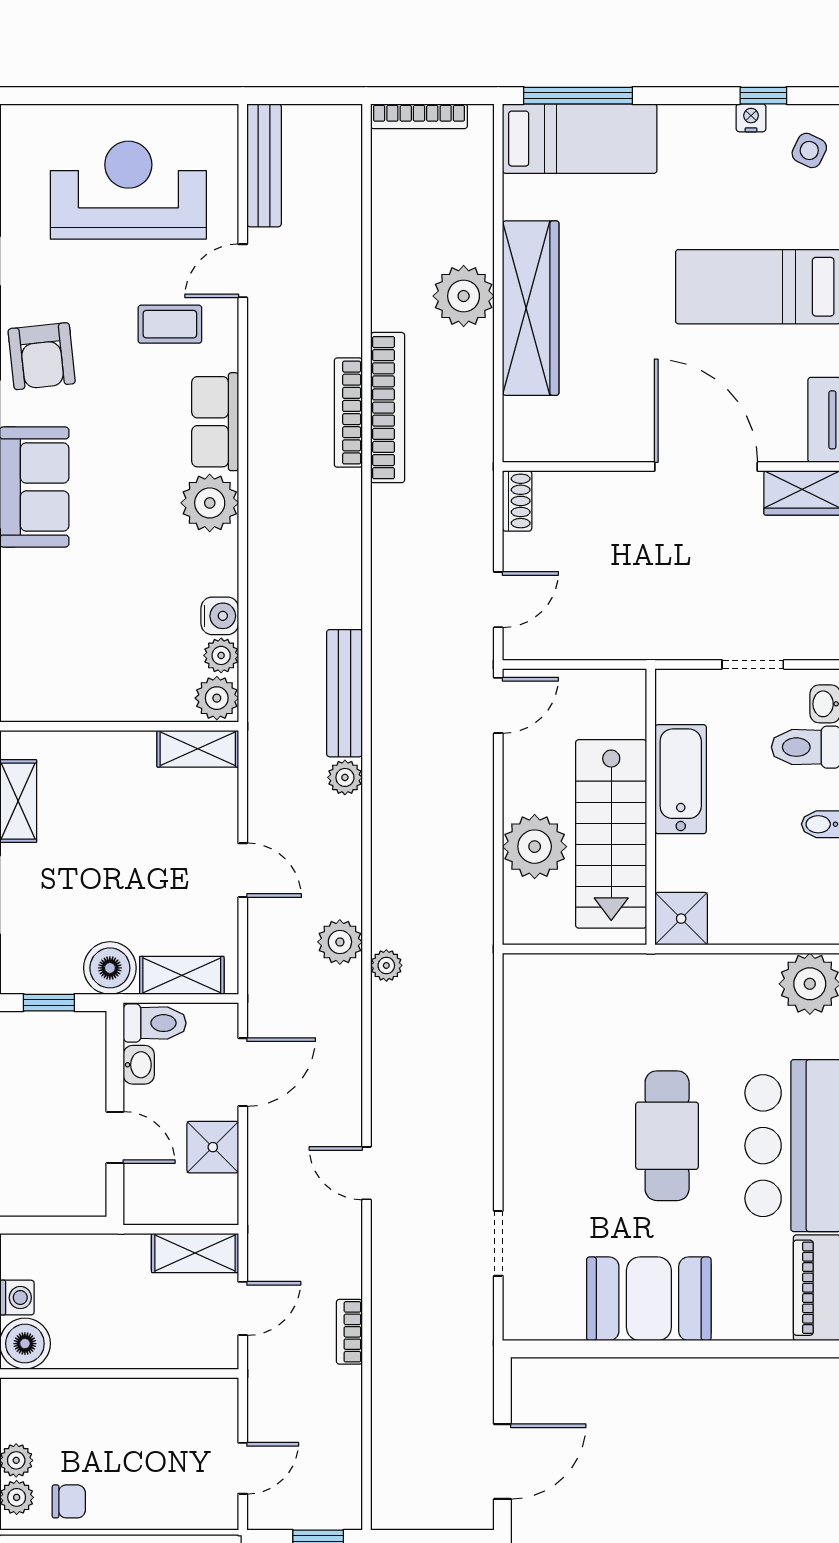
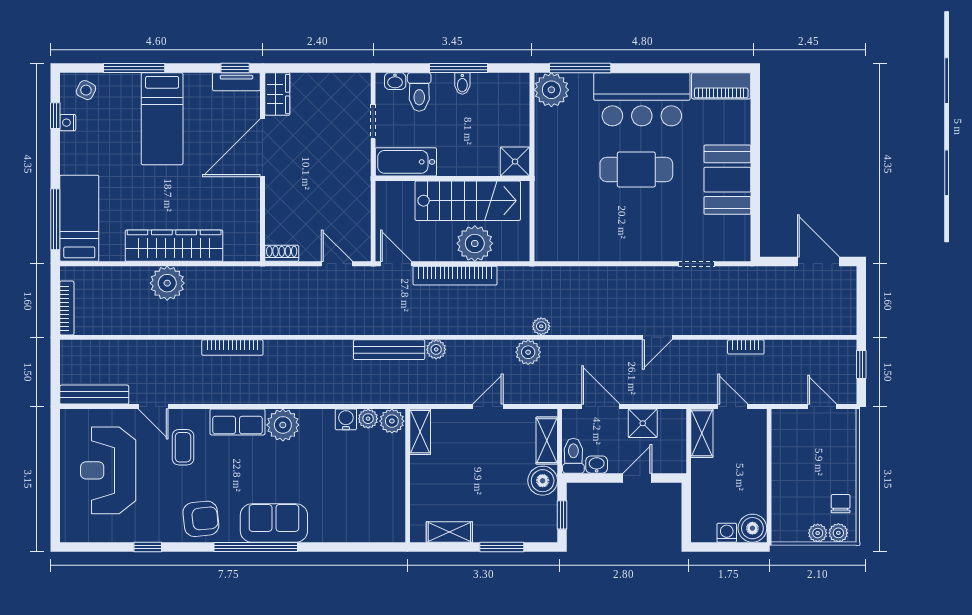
bookcase: (388, 408) -> (455, 276), moved, turned 180
bathtub: (681, 779) -> (406, 162), moved

